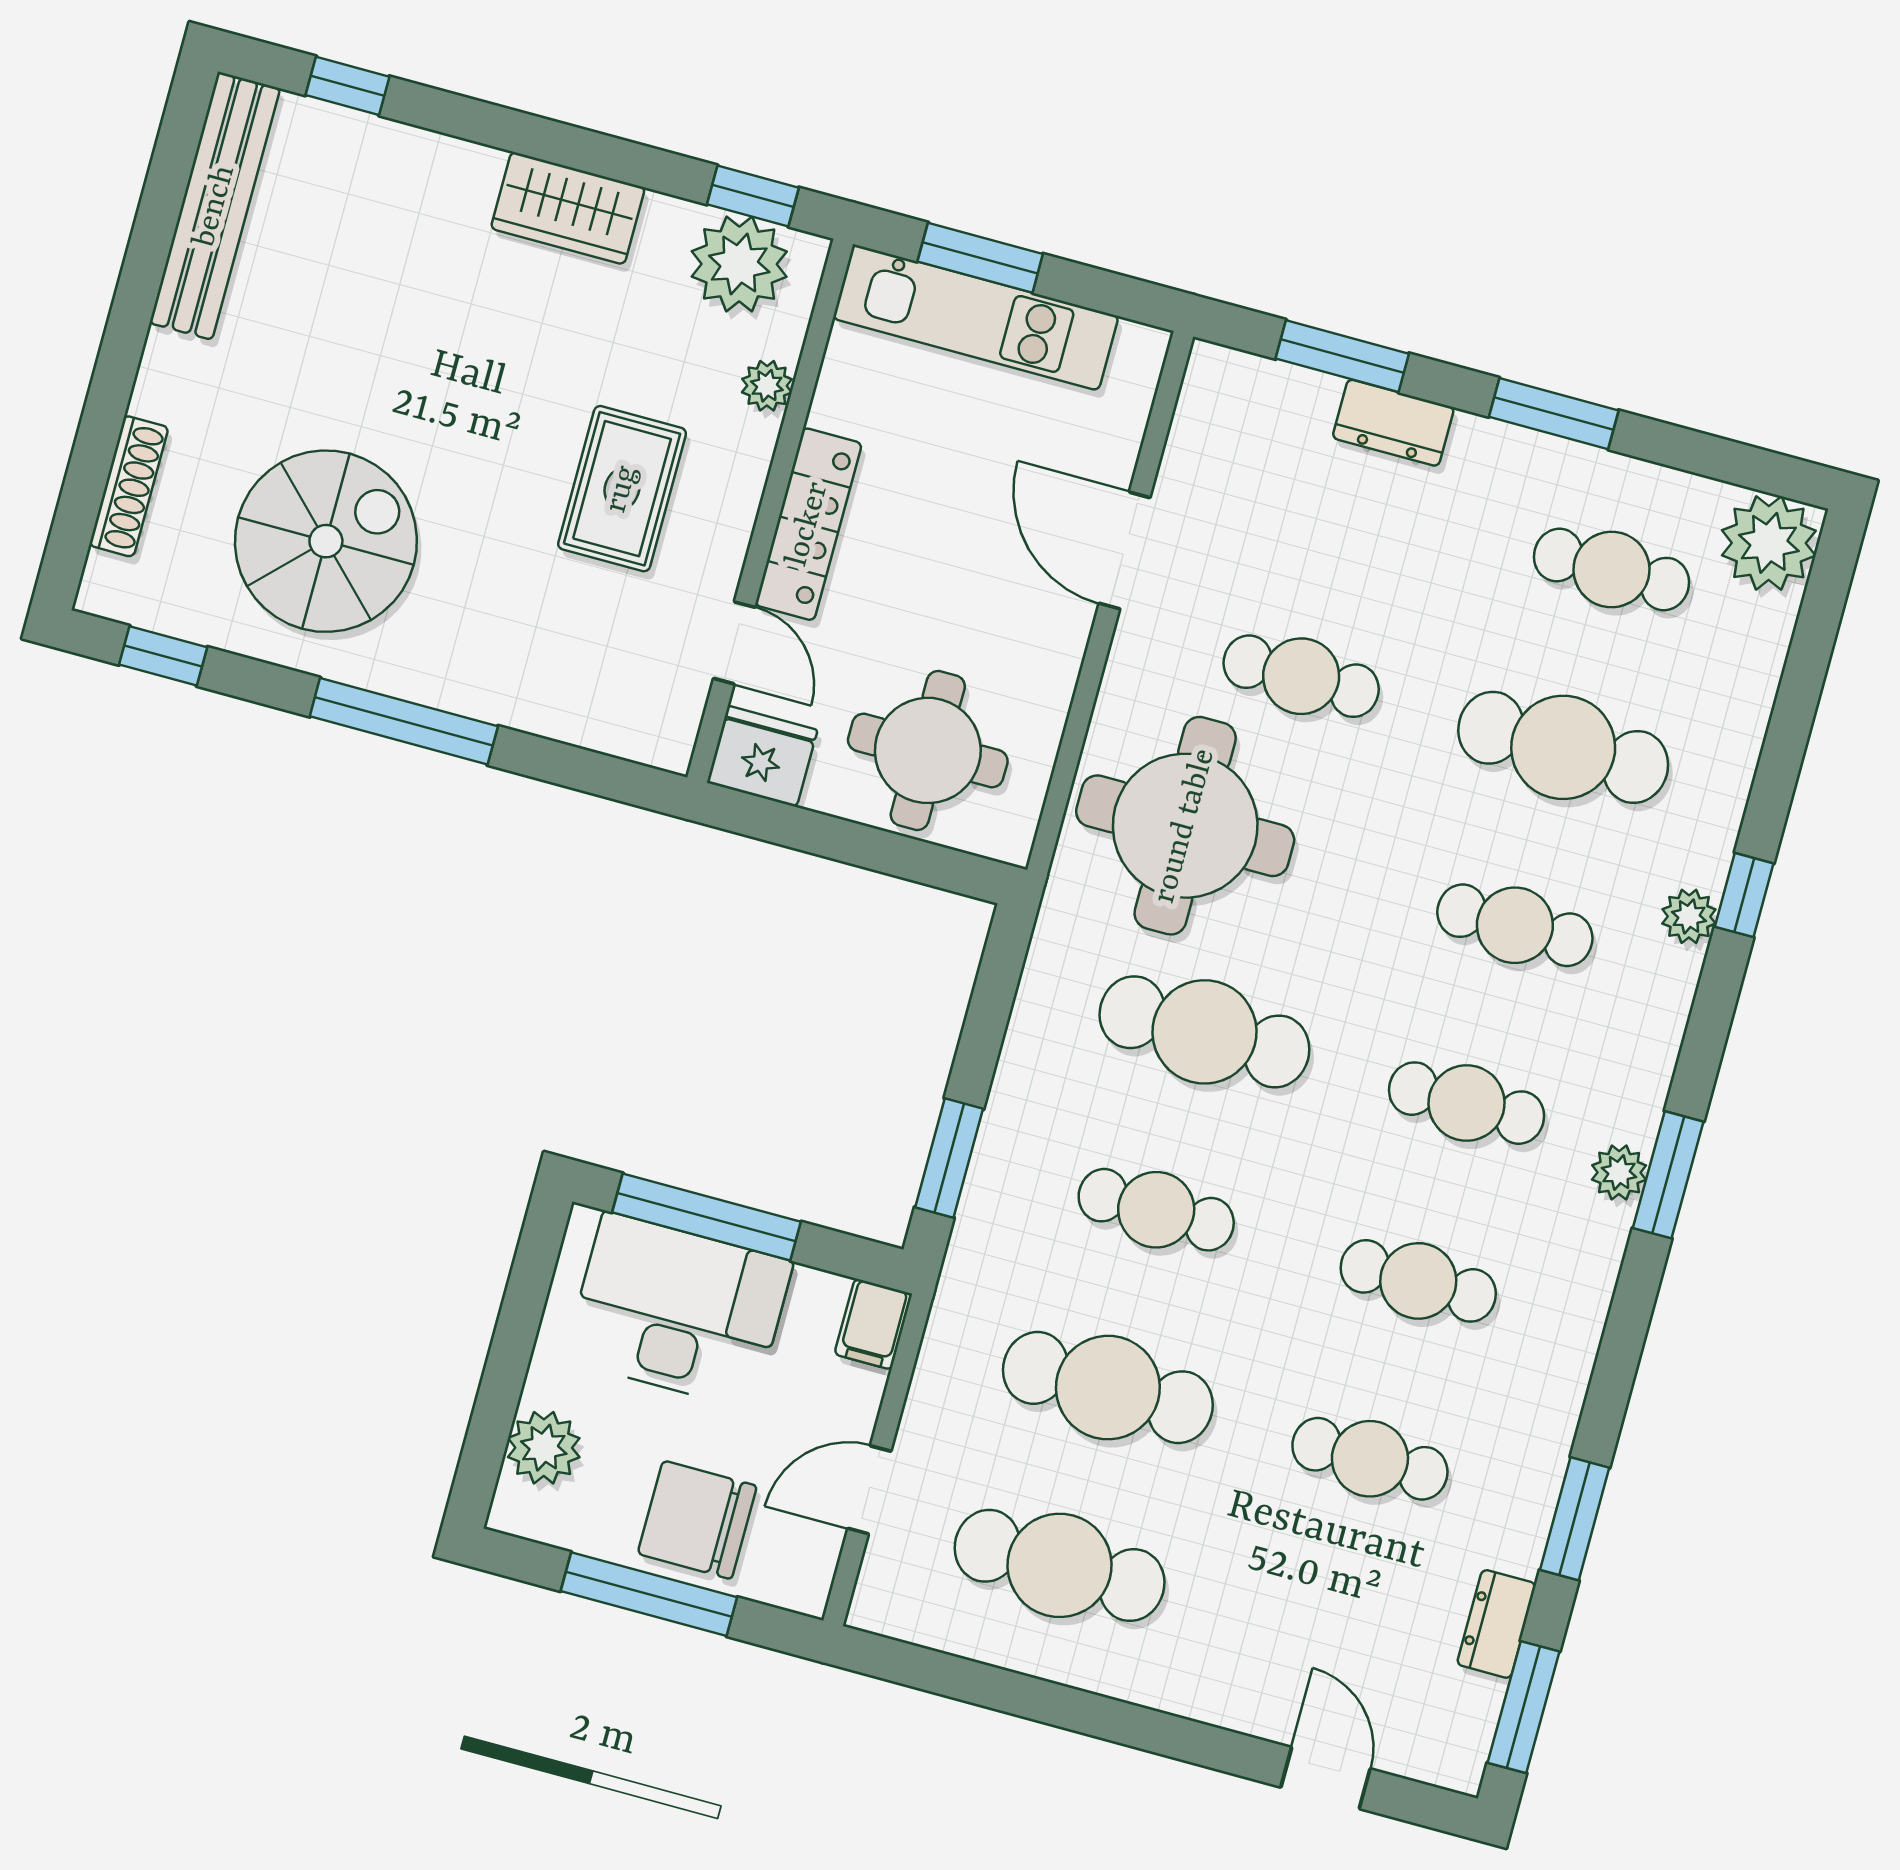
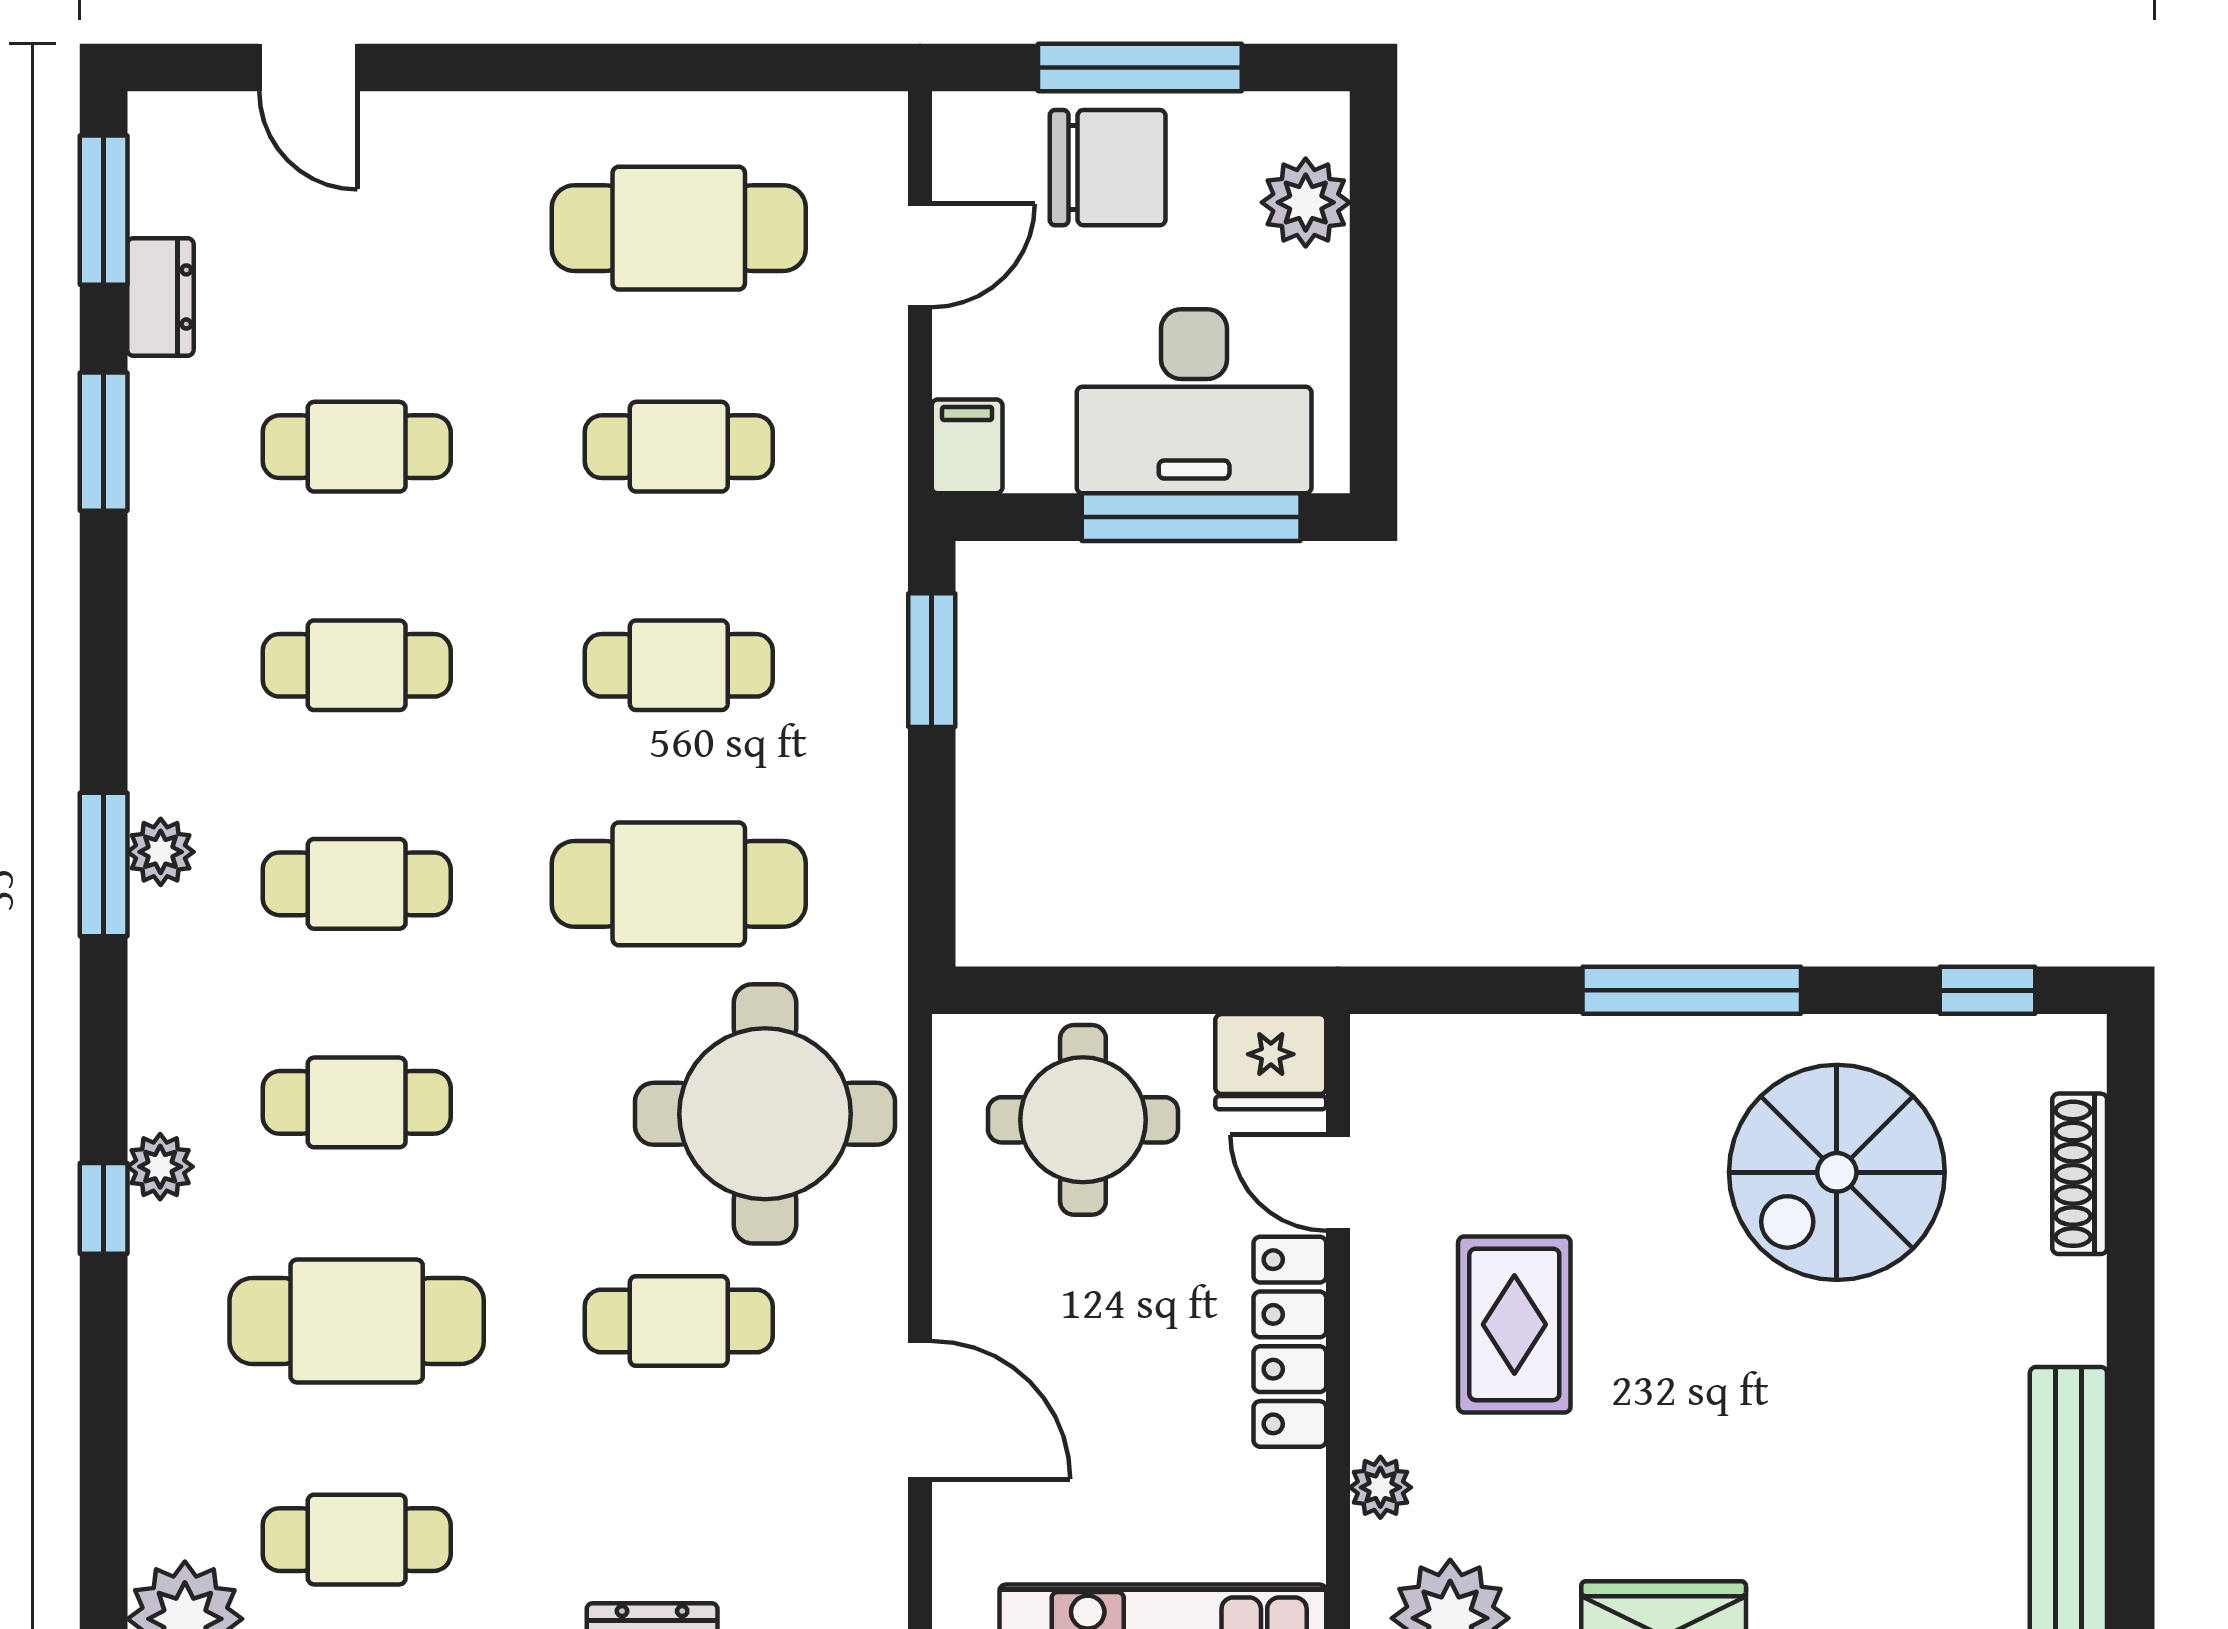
cafe table: (1108, 1388) -> (679, 447), width x0.73, depth x0.74

